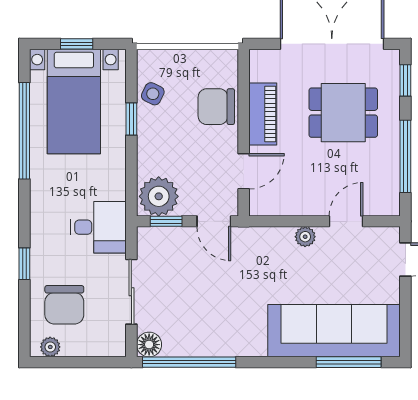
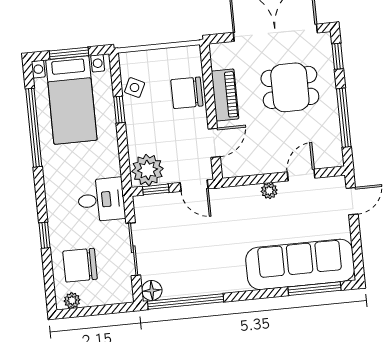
window: (77, 44) -> (69, 53), width x1.50
chair: (64, 305) -> (80, 265), turned 90

